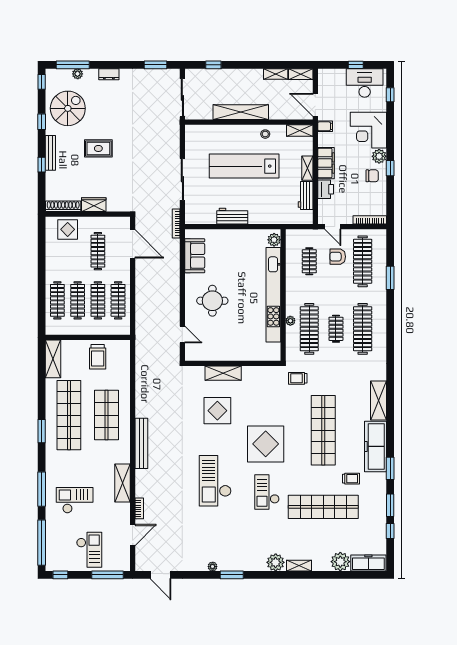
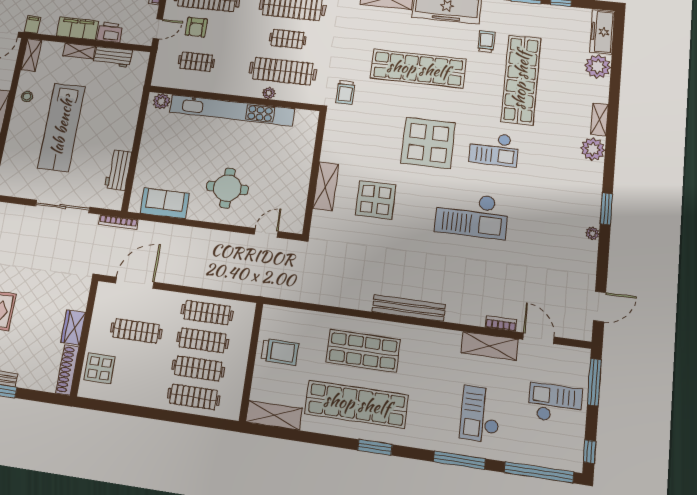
workbench: (232, 216) -> (118, 170), moved
shelving: (122, 483) -> (490, 346), moved

